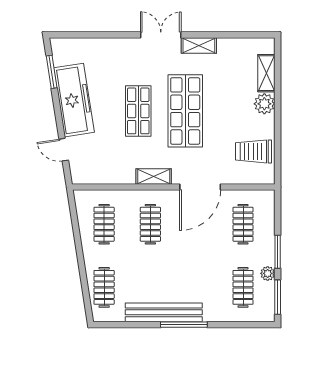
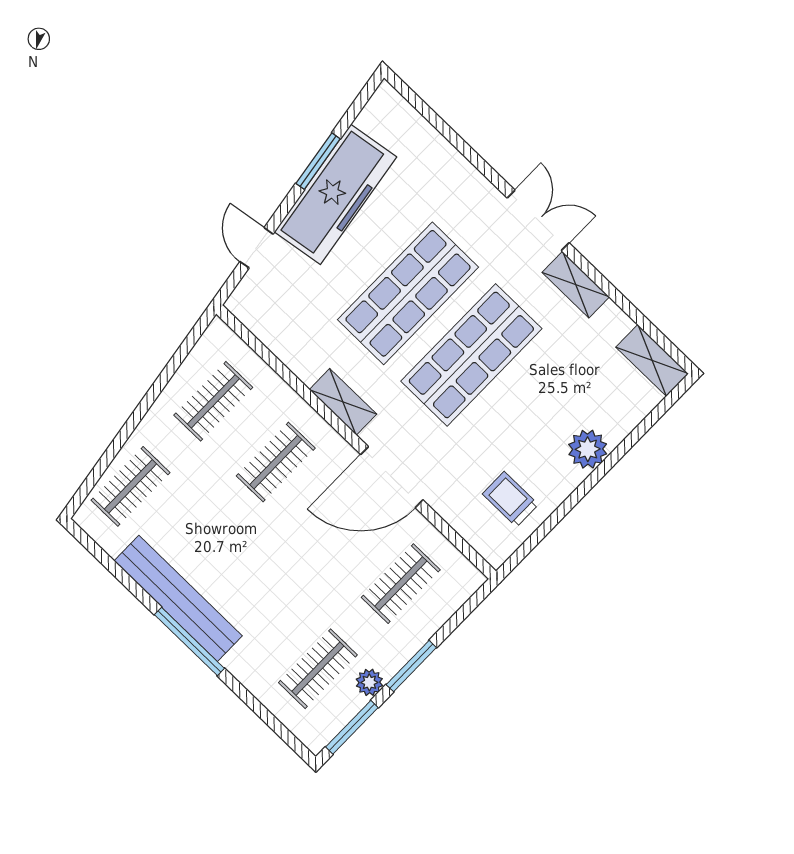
window: (52, 72) -> (318, 161), moved
shelving: (266, 73) -> (652, 360), moved, turned 90
shop shelf: (138, 111) -> (408, 293), width x1.43, depth x1.36
trolley: (254, 151) -> (510, 499), width x0.73, depth x0.72

